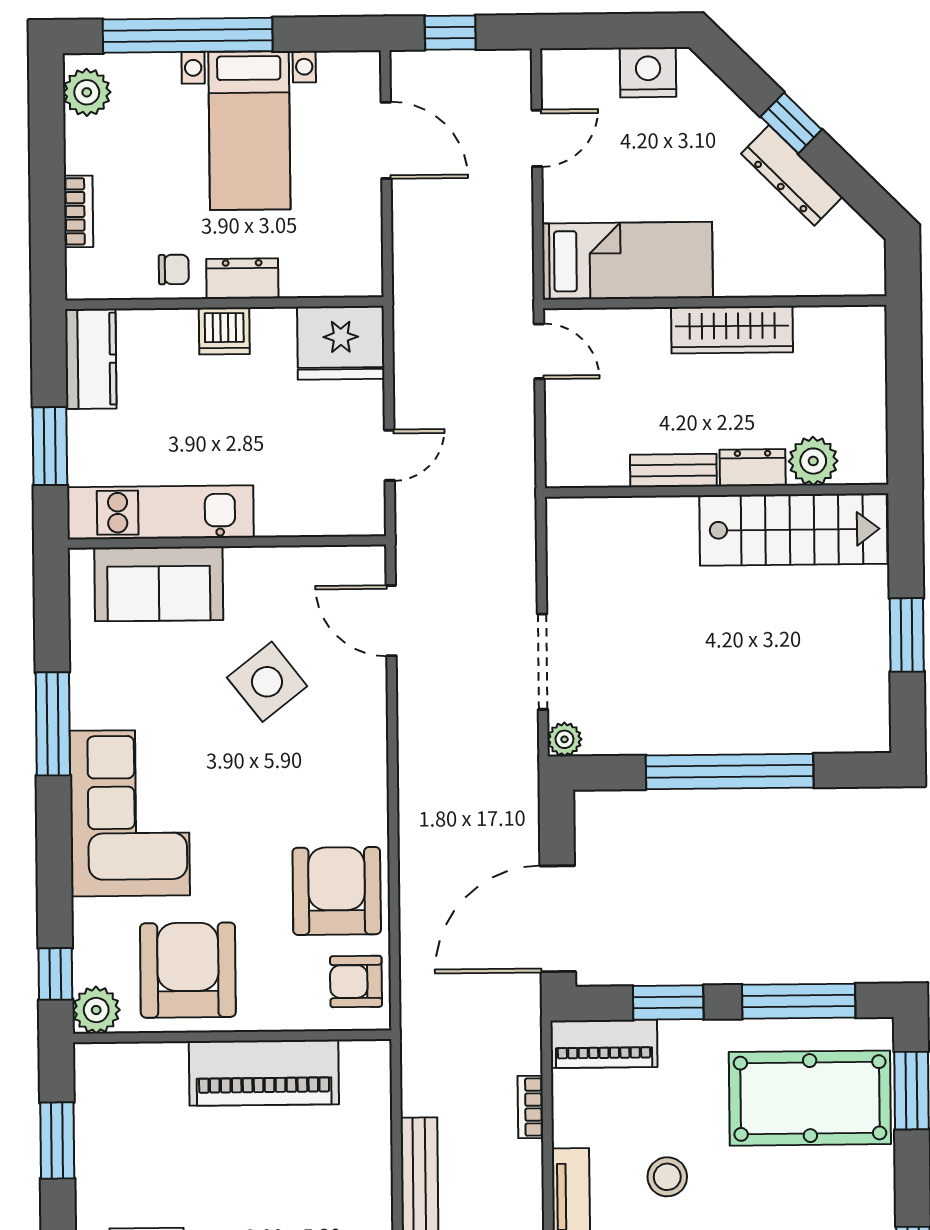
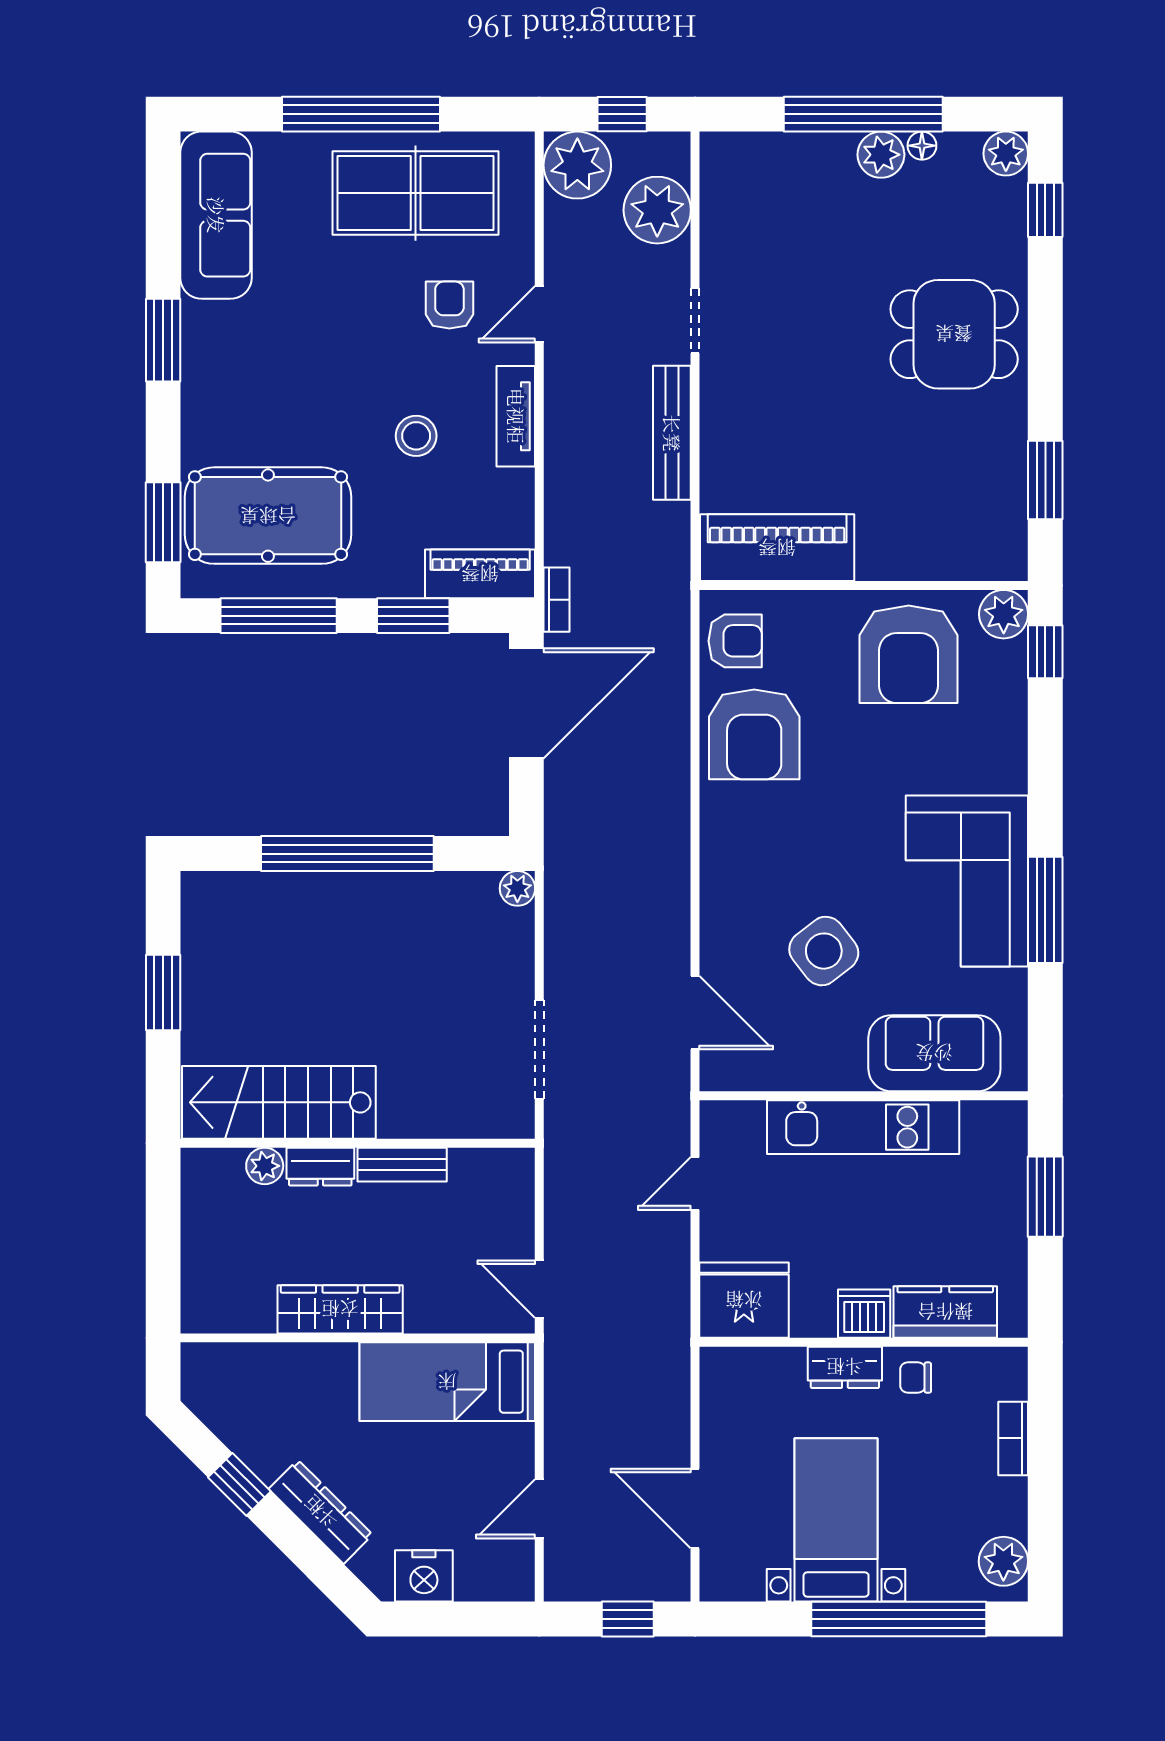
window: (791, 123) -> (239, 1484), moved
dresser: (792, 175) -> (321, 1512), moved
kitchen counter: (91, 359) -> (945, 1312), moved, turned 90
plant: (813, 461) -> (265, 1166), width x0.73, depth x0.73
kitchen unit: (160, 512) -> (863, 1127), moved
doorway: (542, 662) -> (539, 1049), moved
corner sofa: (130, 813) -> (967, 881), moved
piano: (264, 1073) -> (777, 548), moved
bookcase: (530, 1107) -> (557, 600), moved

